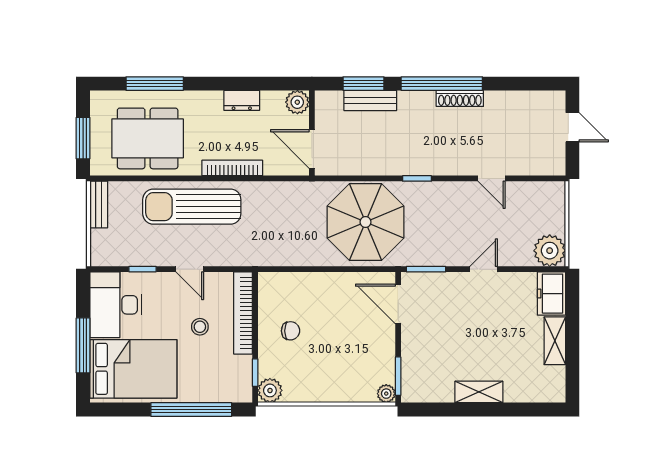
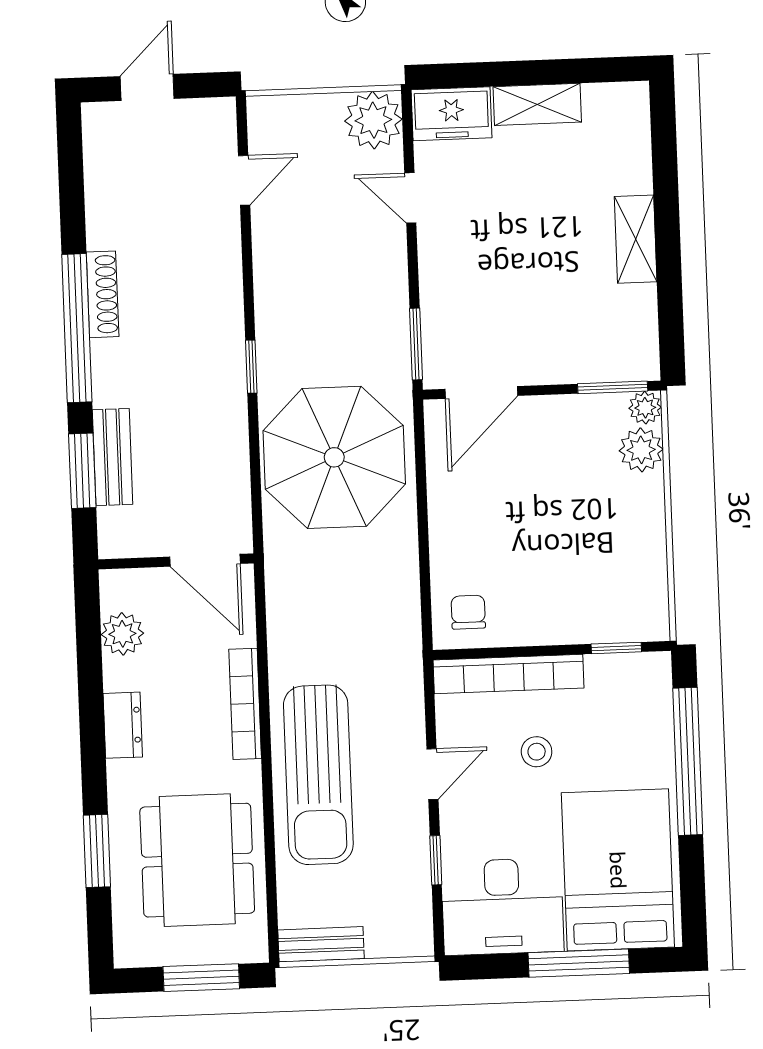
window: (155, 84) -> (97, 851), width x0.69
dresser: (242, 100) -> (123, 725), moved
plant: (297, 102) -> (122, 634), moved
door: (312, 149) -> (205, 560), hinge flipped
door: (492, 178) -> (244, 180), moved
door: (484, 269) -> (410, 198), moved
chair: (291, 331) -> (468, 612), moved
plant: (270, 390) -> (641, 450), moved

